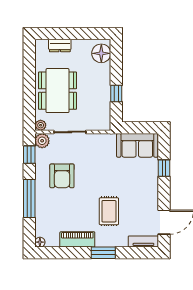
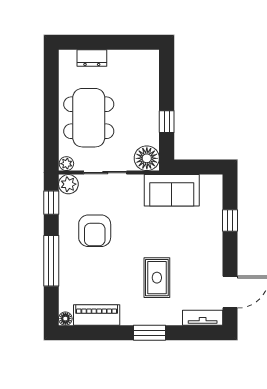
floor lamp: (101, 53) -> (147, 158), moved
sofa: (137, 145) -> (172, 190), moved
piano: (77, 239) -> (97, 315), moved

